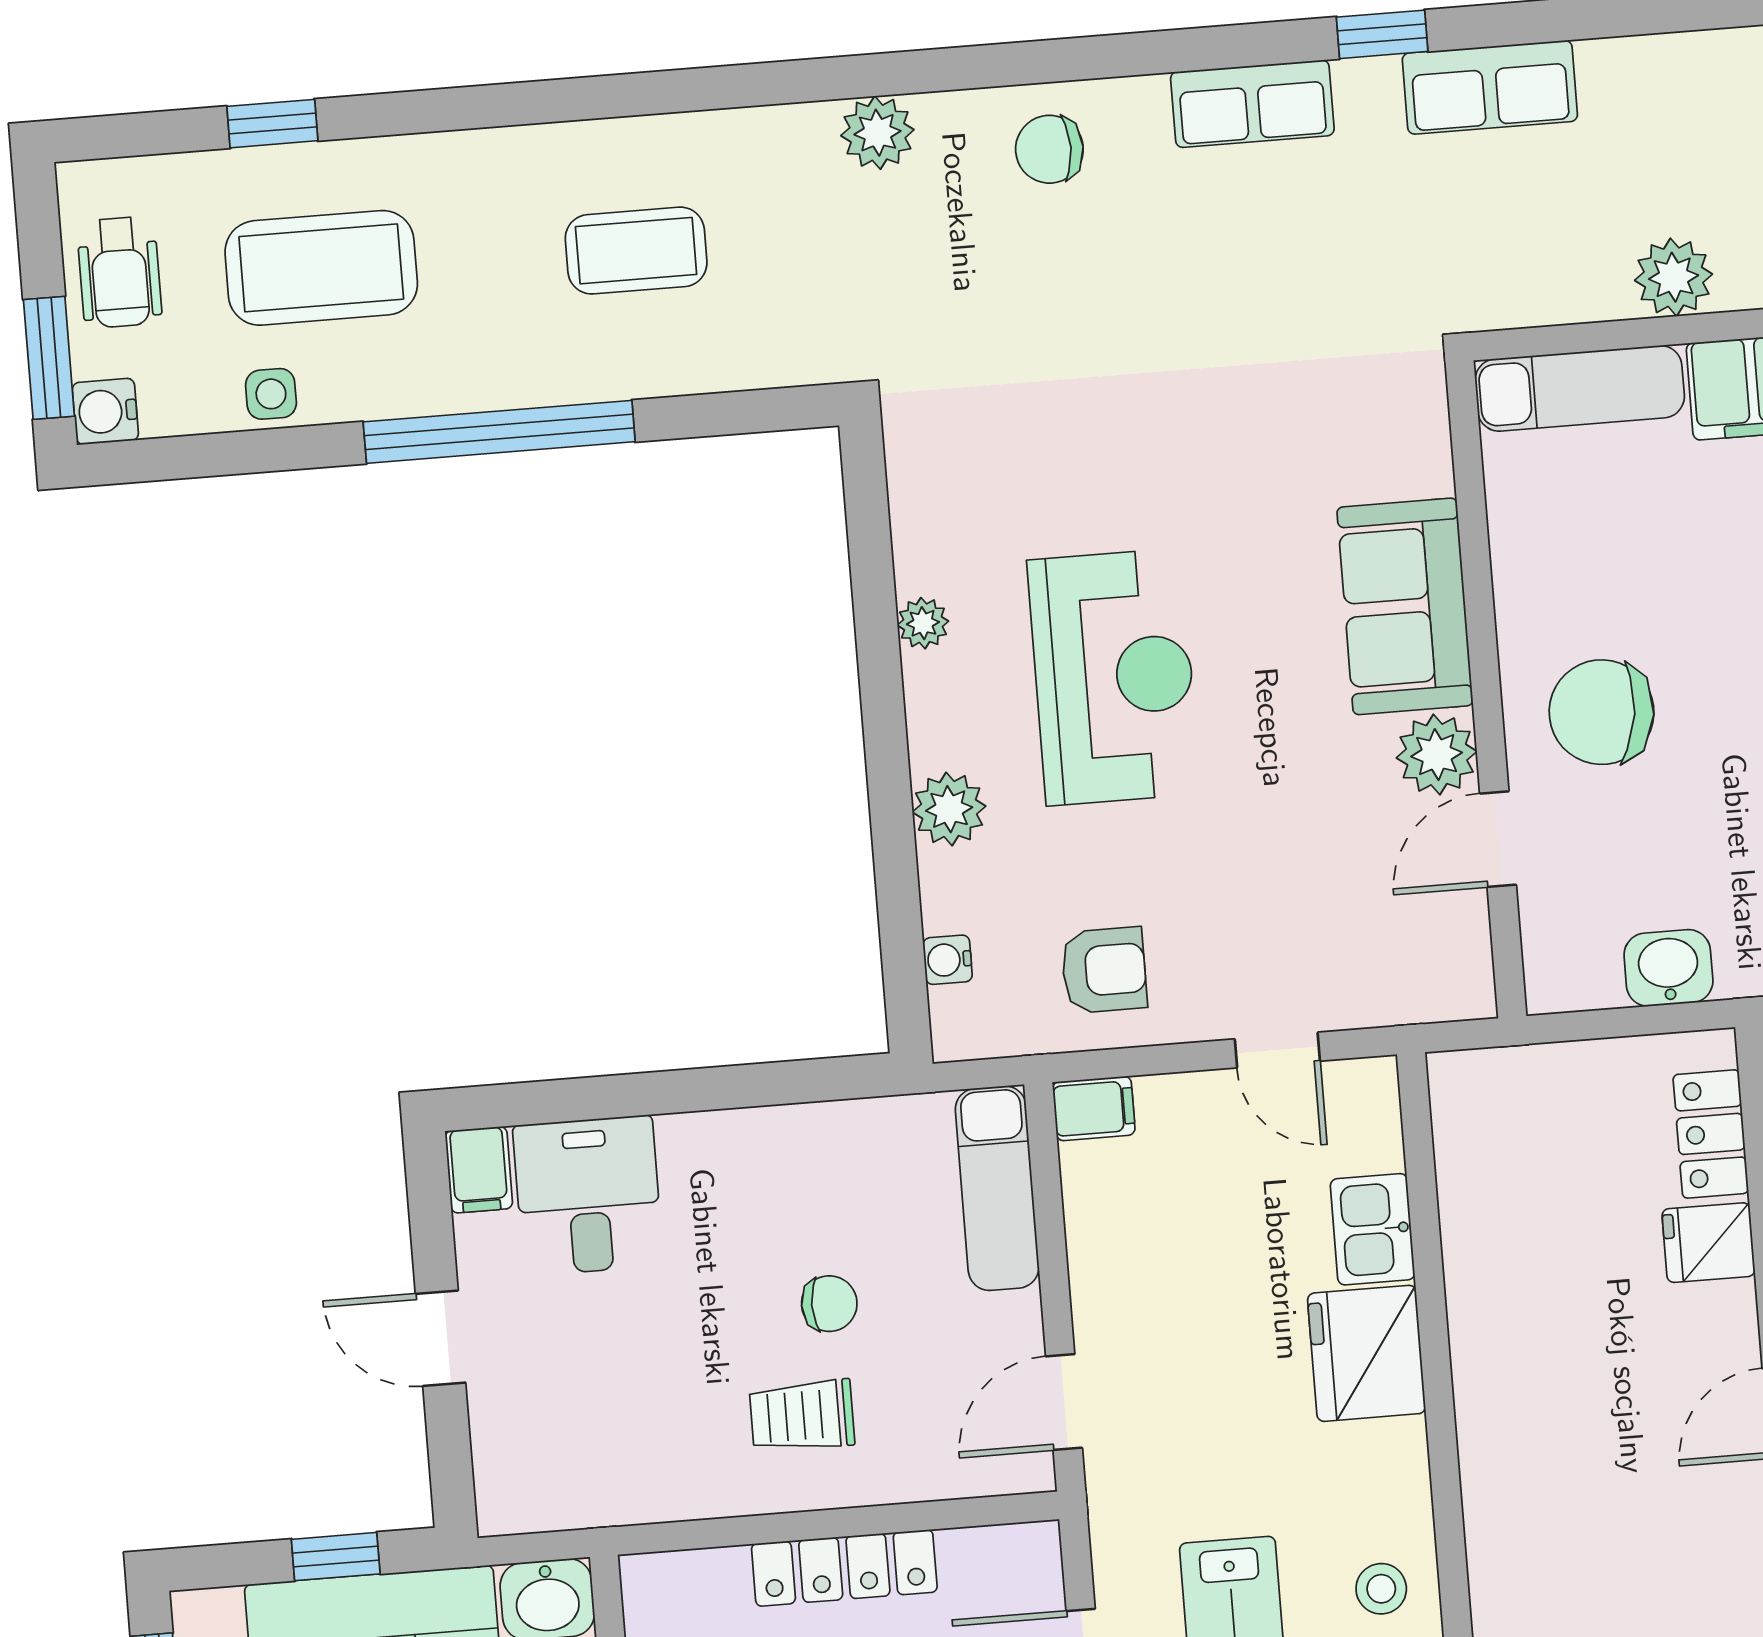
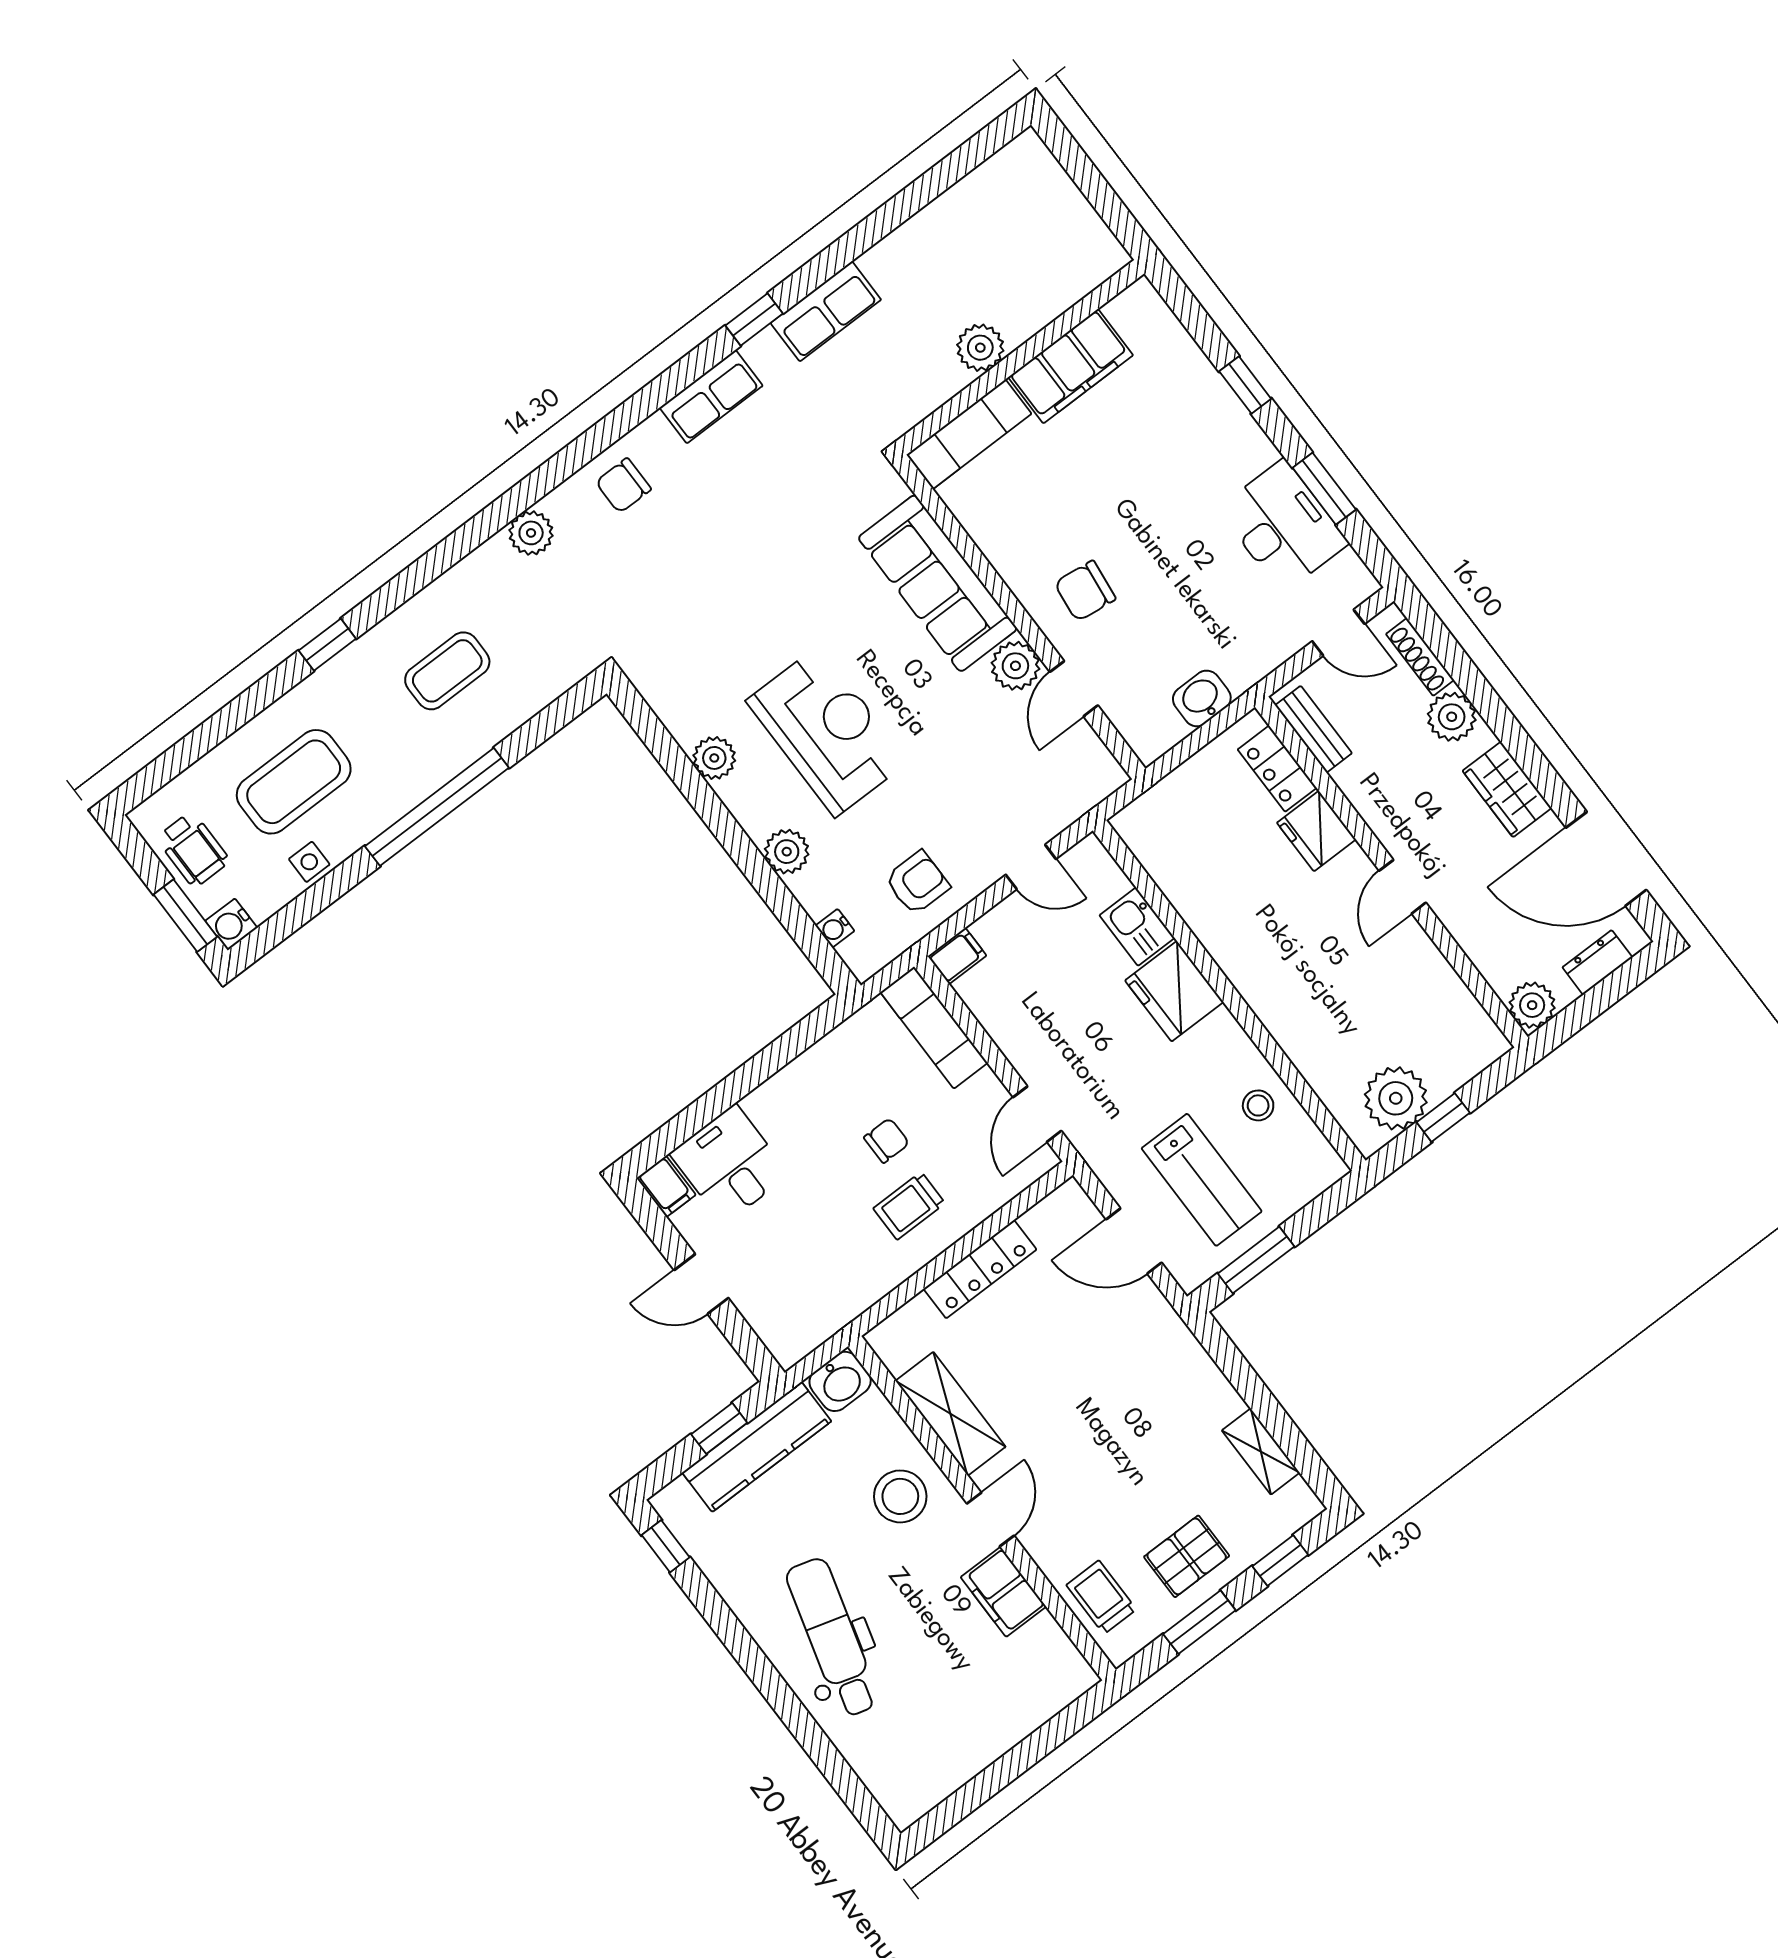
window: (272, 124) -> (327, 645), moved
sofa: (1405, 606) -> (938, 583), width x1.36
plant: (923, 623) -> (714, 758), width x1.38, depth x1.38
chair: (1602, 712) -> (1085, 591), width x0.73, depth x0.73
fridge: (1709, 1243) -> (1316, 831), width x1.38

